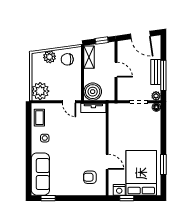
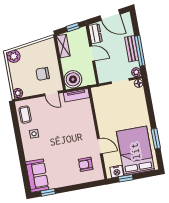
dresser: (123, 51) -> (95, 34), added
plant: (49, 57) -> (14, 56), moved
chair: (67, 59) -> (43, 74), moved
plant: (40, 91) -> (18, 93), width x0.53, depth x0.53
sofa: (40, 174) -> (37, 176), width x0.73

